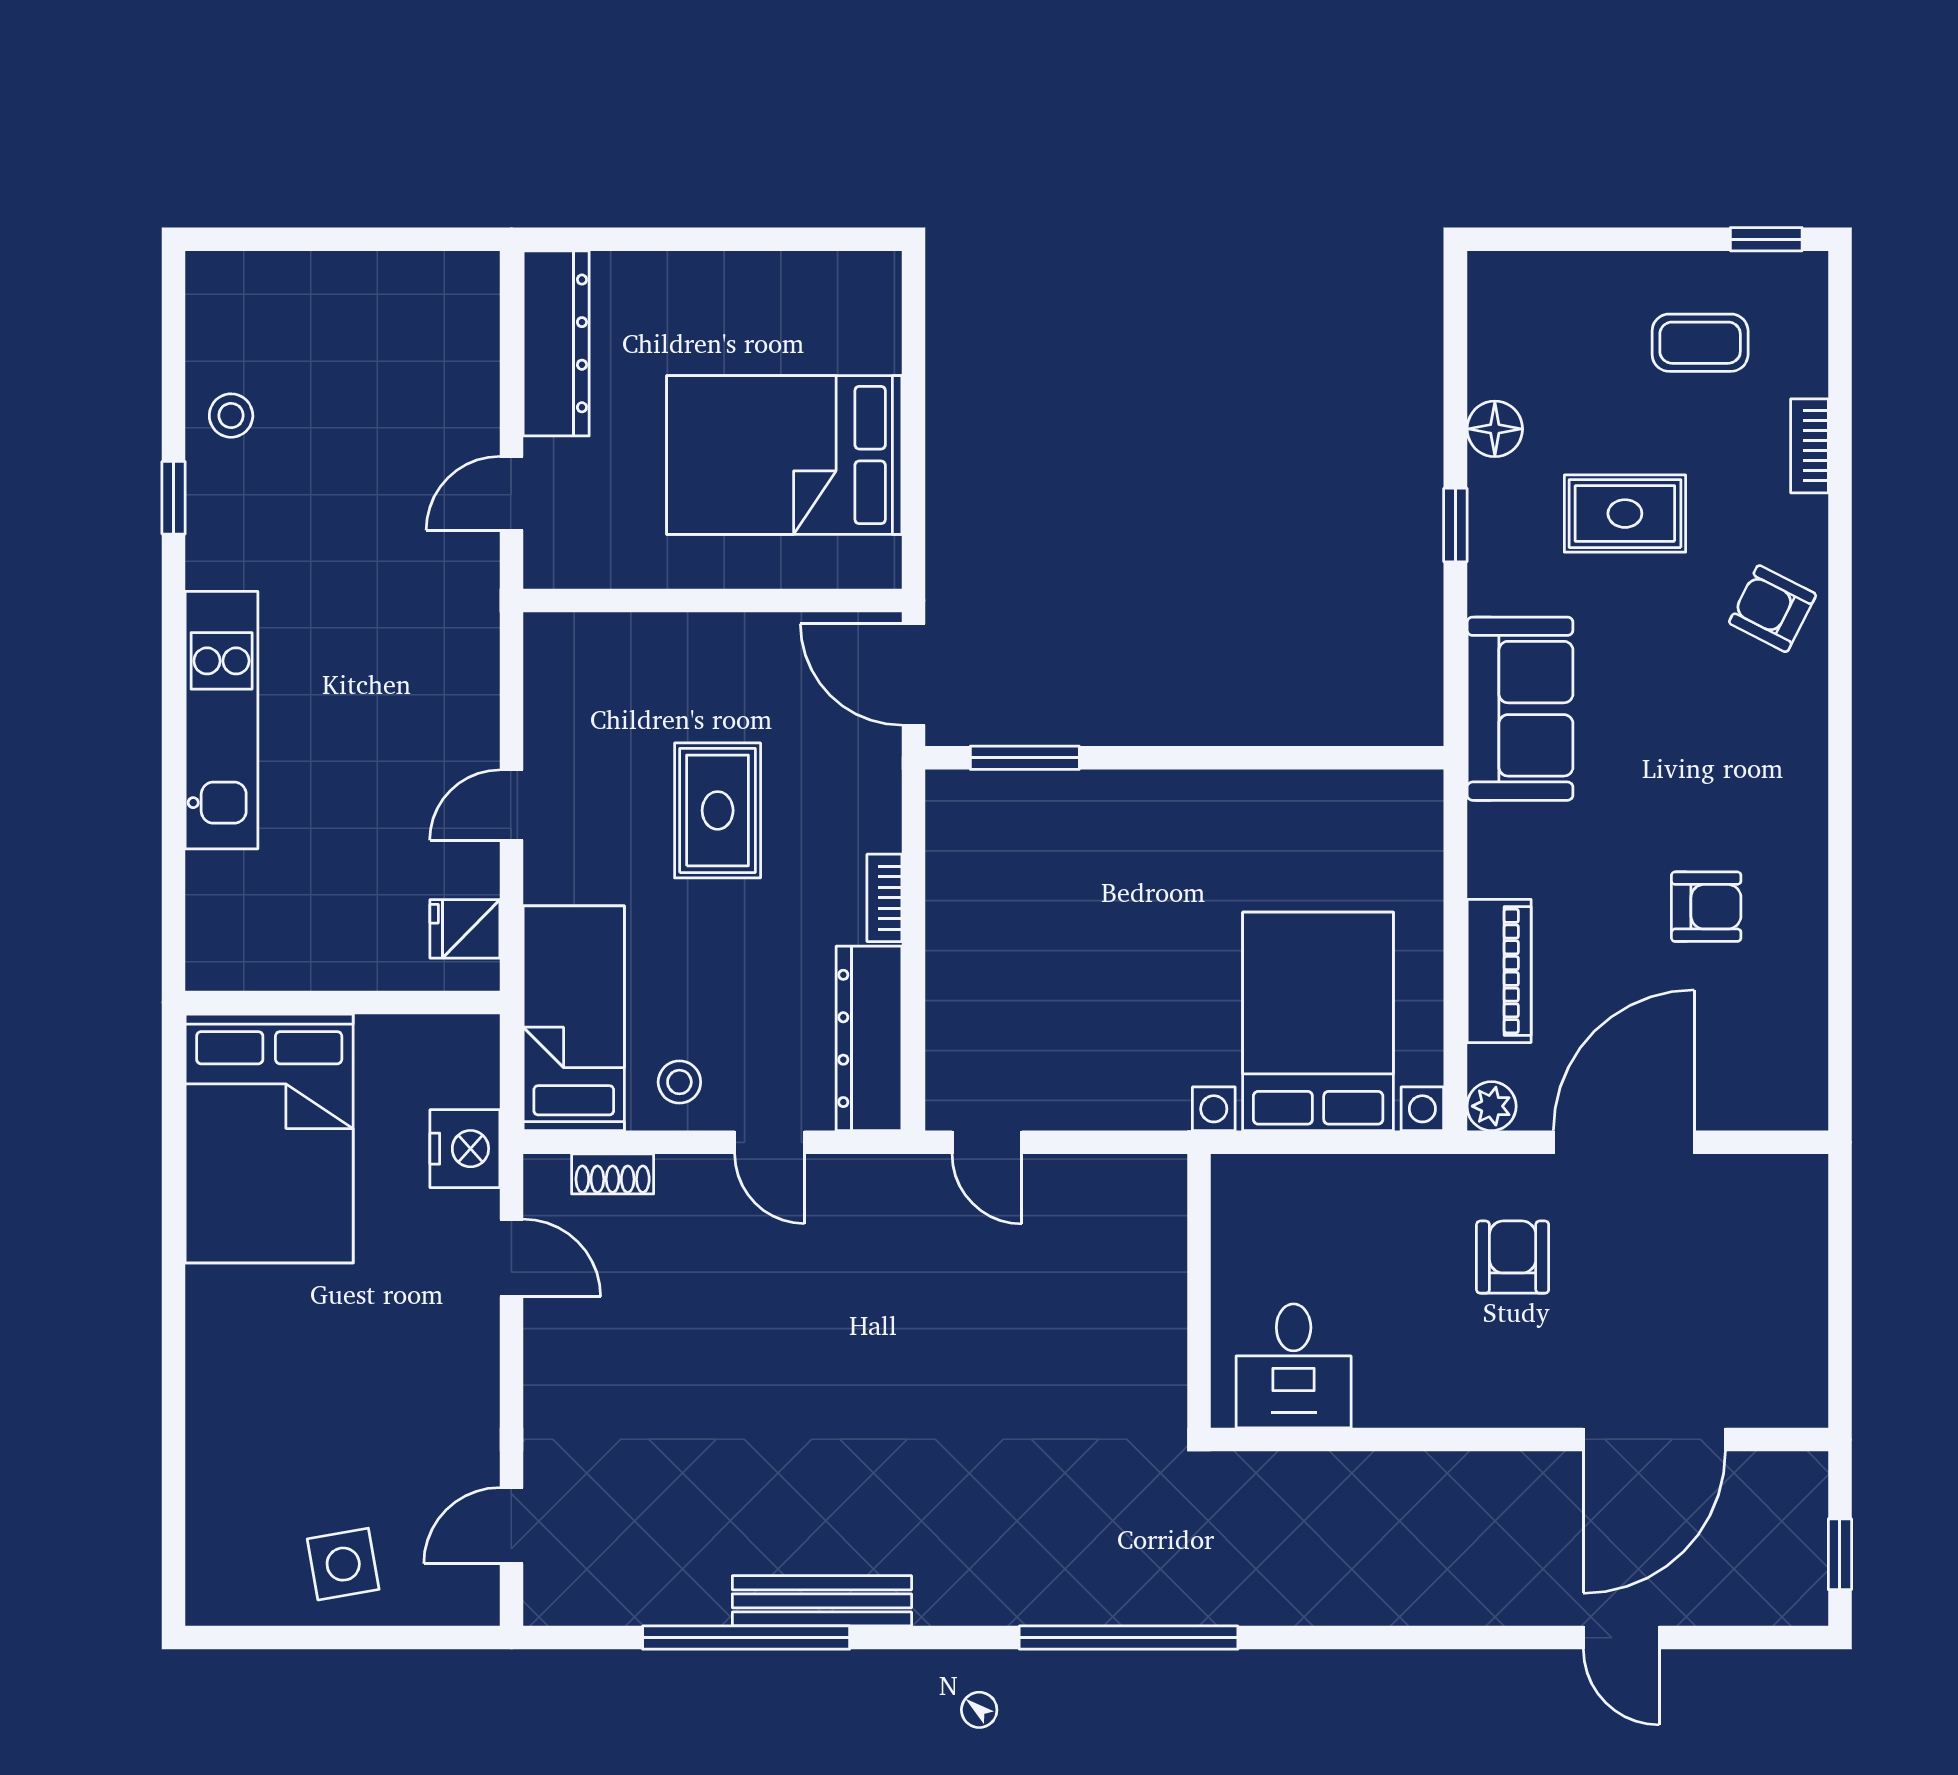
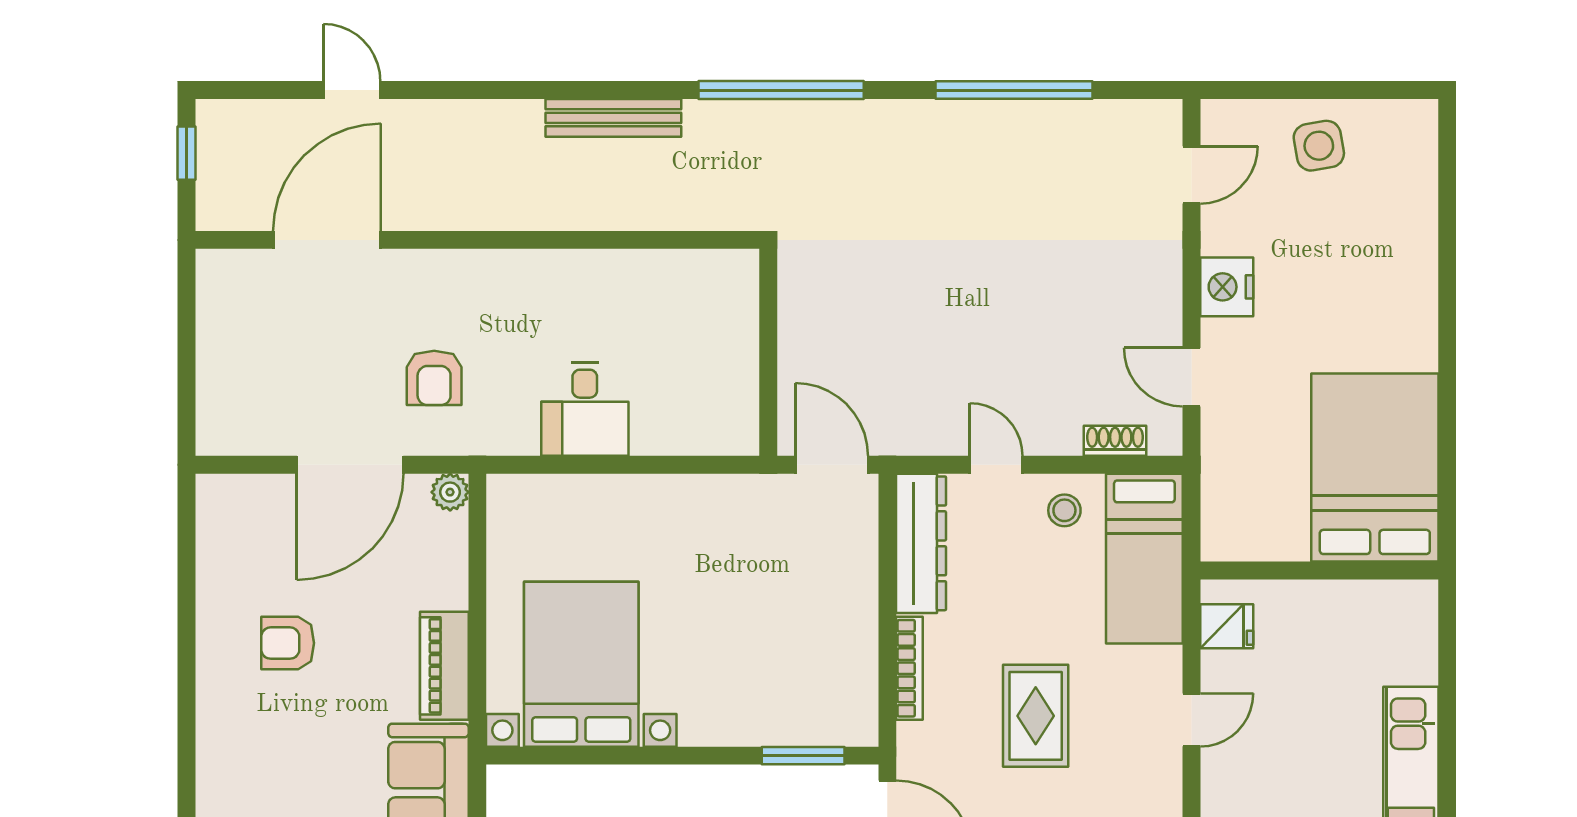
bookcase: (884, 898) -> (909, 668), width x1.56
piano: (1499, 971) -> (444, 666), moved
bed with nightstands: (1318, 1021) -> (581, 664), moved, turned 180
door: (987, 1142) -> (832, 465), width x1.37
nightstand: (465, 1149) -> (1227, 287), moved
wall: (1199, 1291) -> (768, 352), moved
desk: (1294, 1366) -> (585, 409), moved, turned 180
bench: (822, 1601) -> (613, 118), moved
window: (1129, 1638) -> (781, 90), moved

